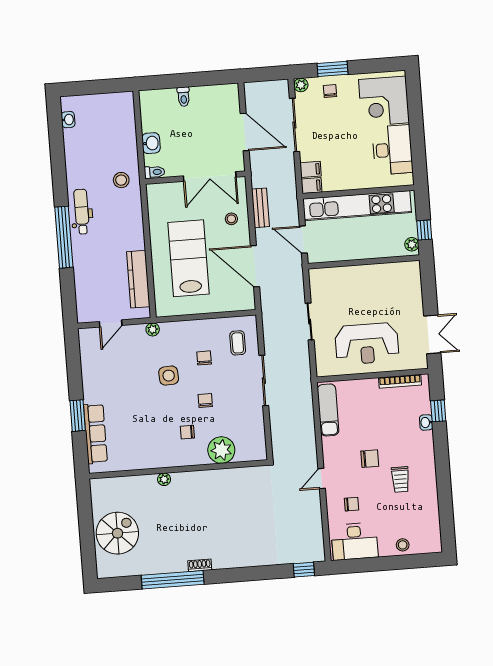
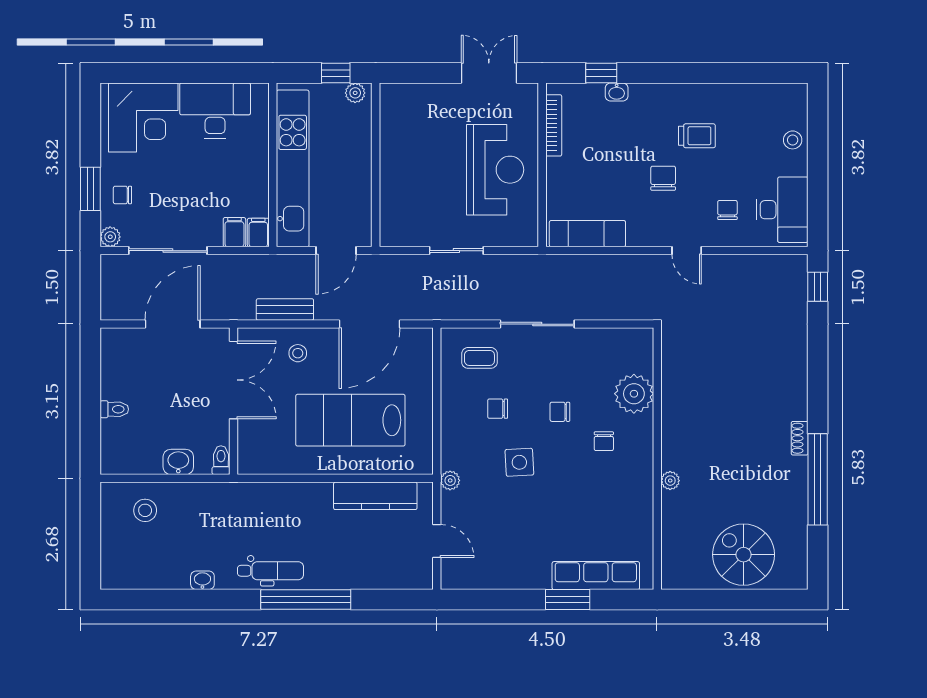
washbasin: (68, 120) -> (202, 580), moved
stool: (121, 180) -> (145, 510), moved
dental chair: (82, 212) -> (270, 571), turned 180

